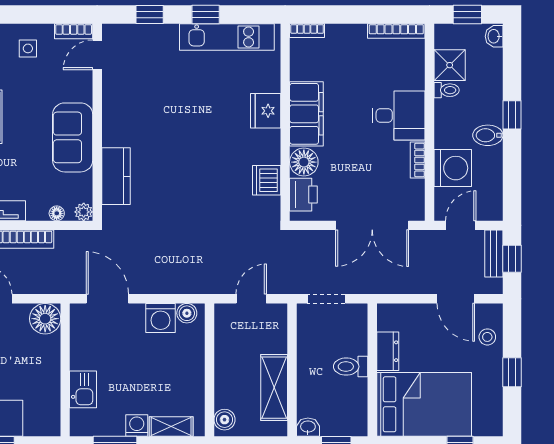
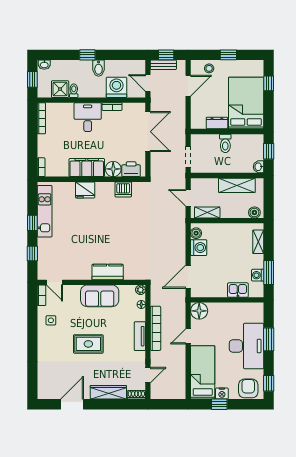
kitchen counter: (116, 176) -> (108, 272), moved
shelving: (224, 333) -> (207, 213), added
washing machine: (137, 425) -> (258, 275), moved

